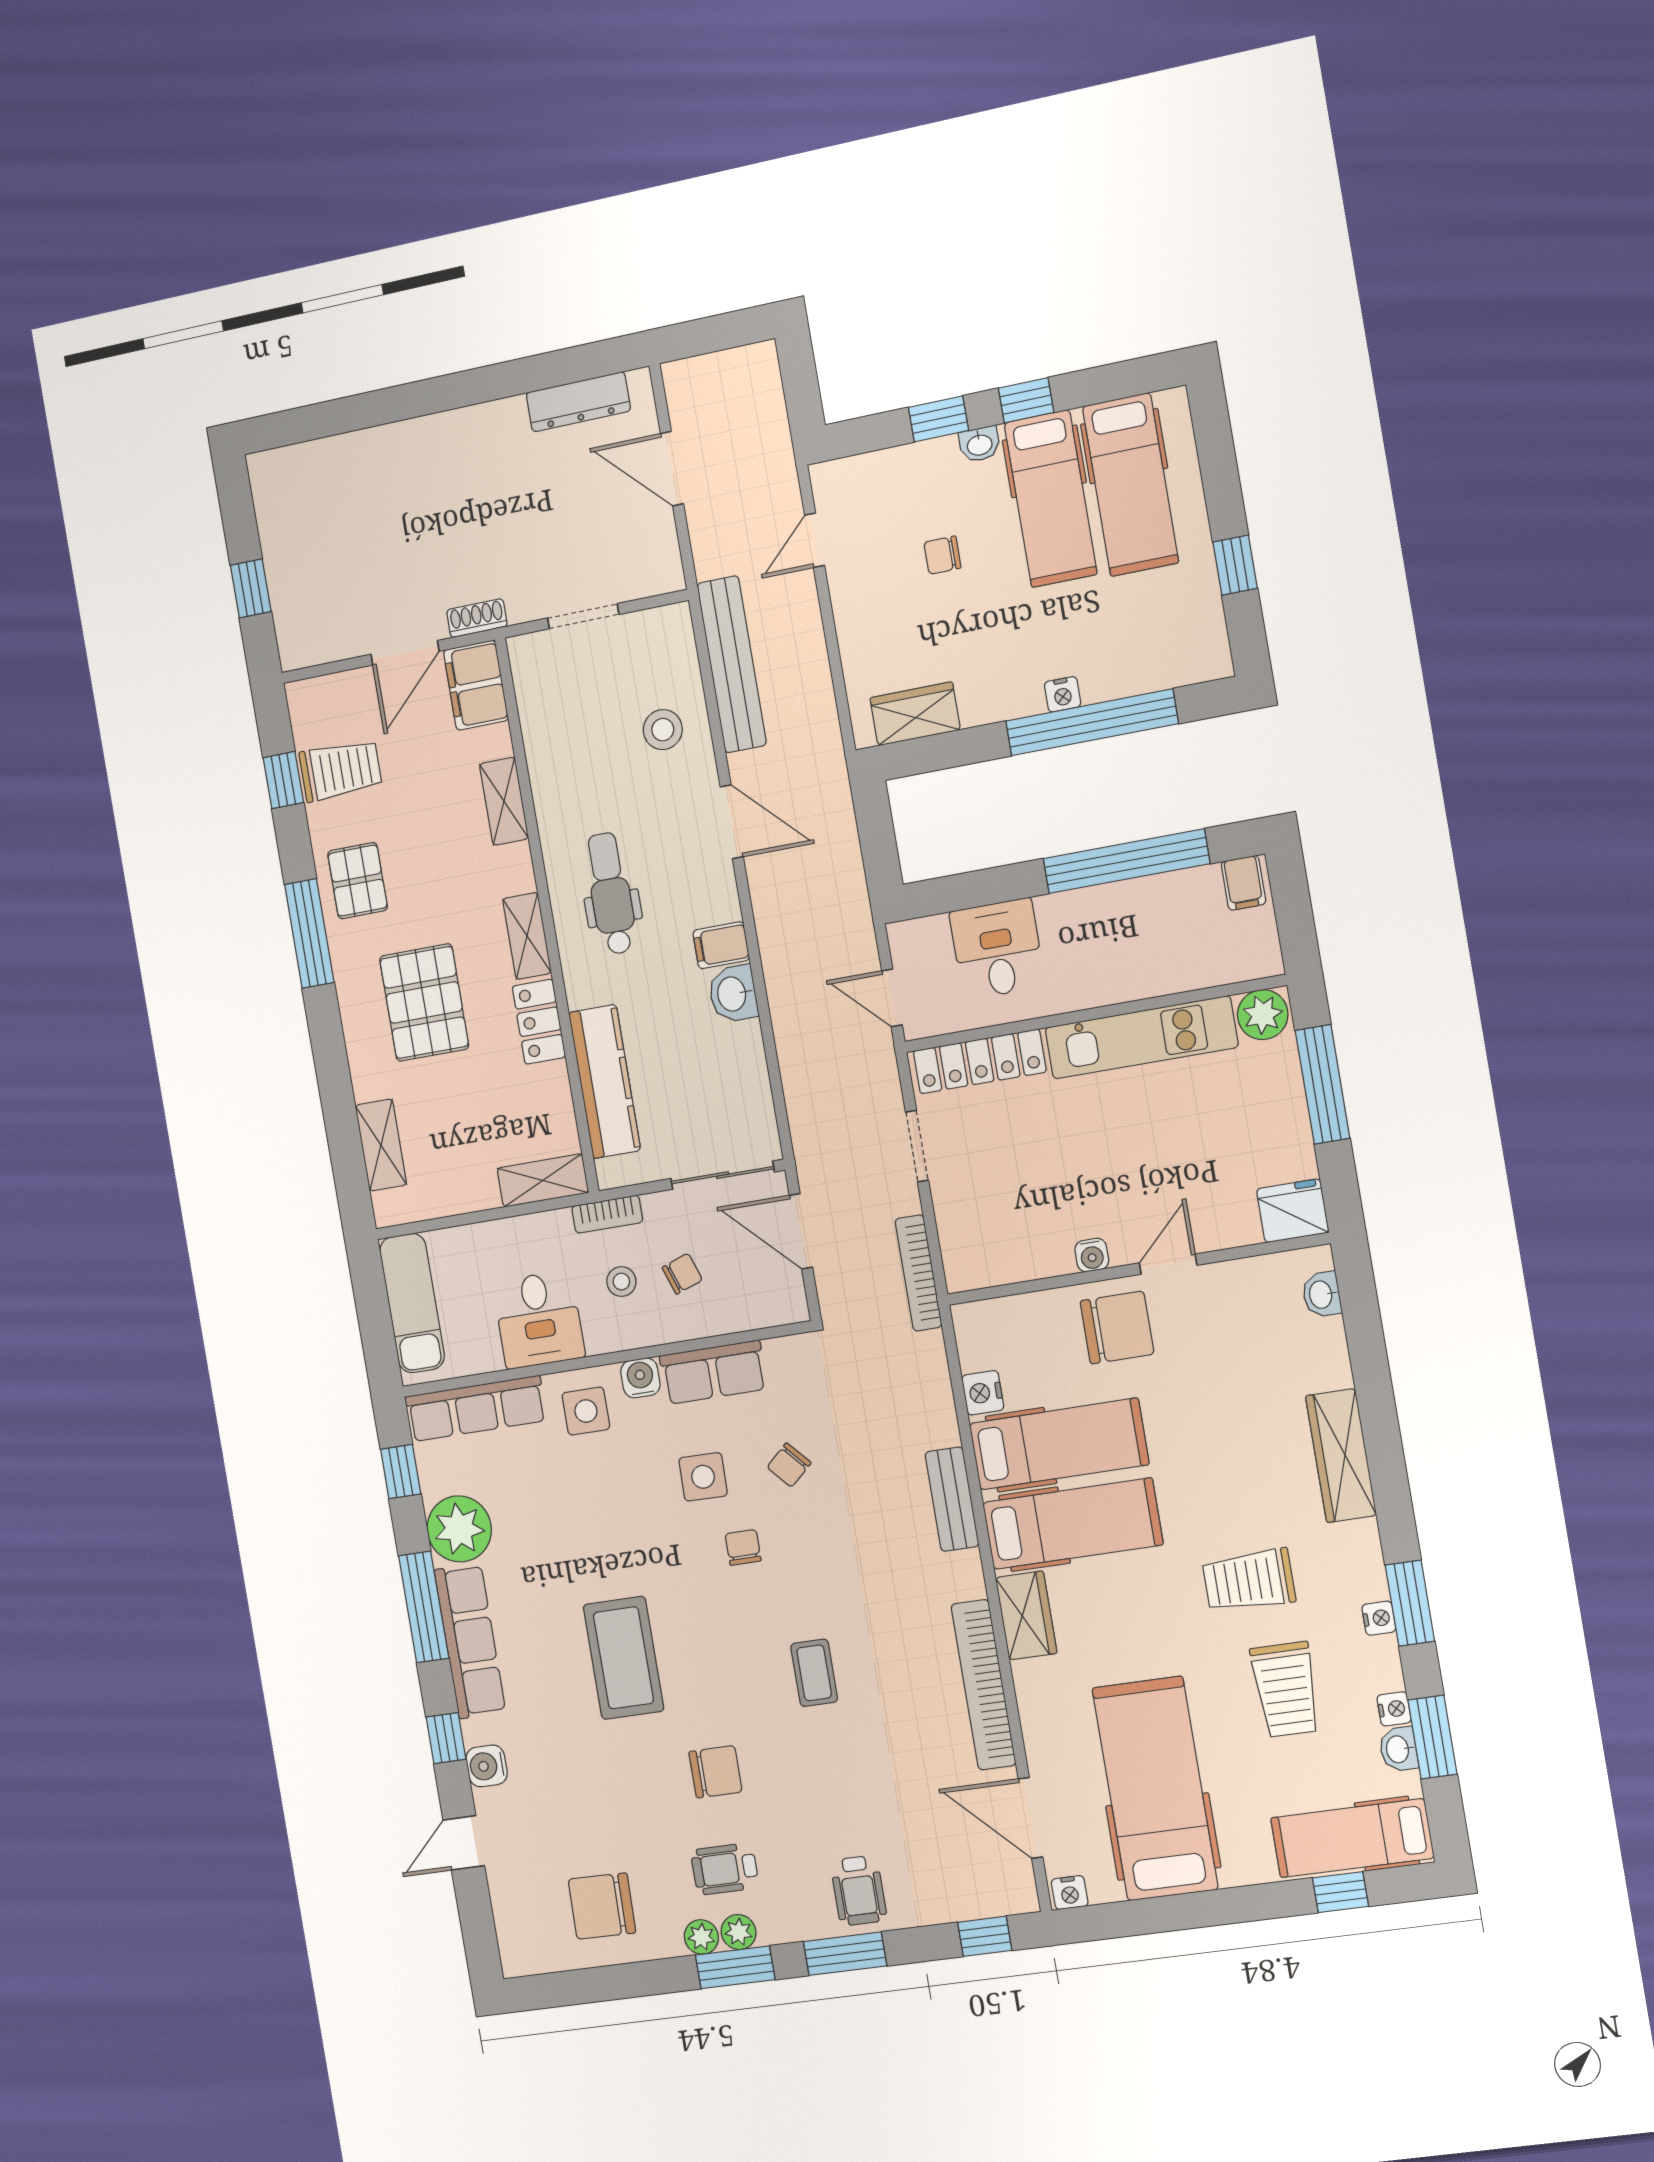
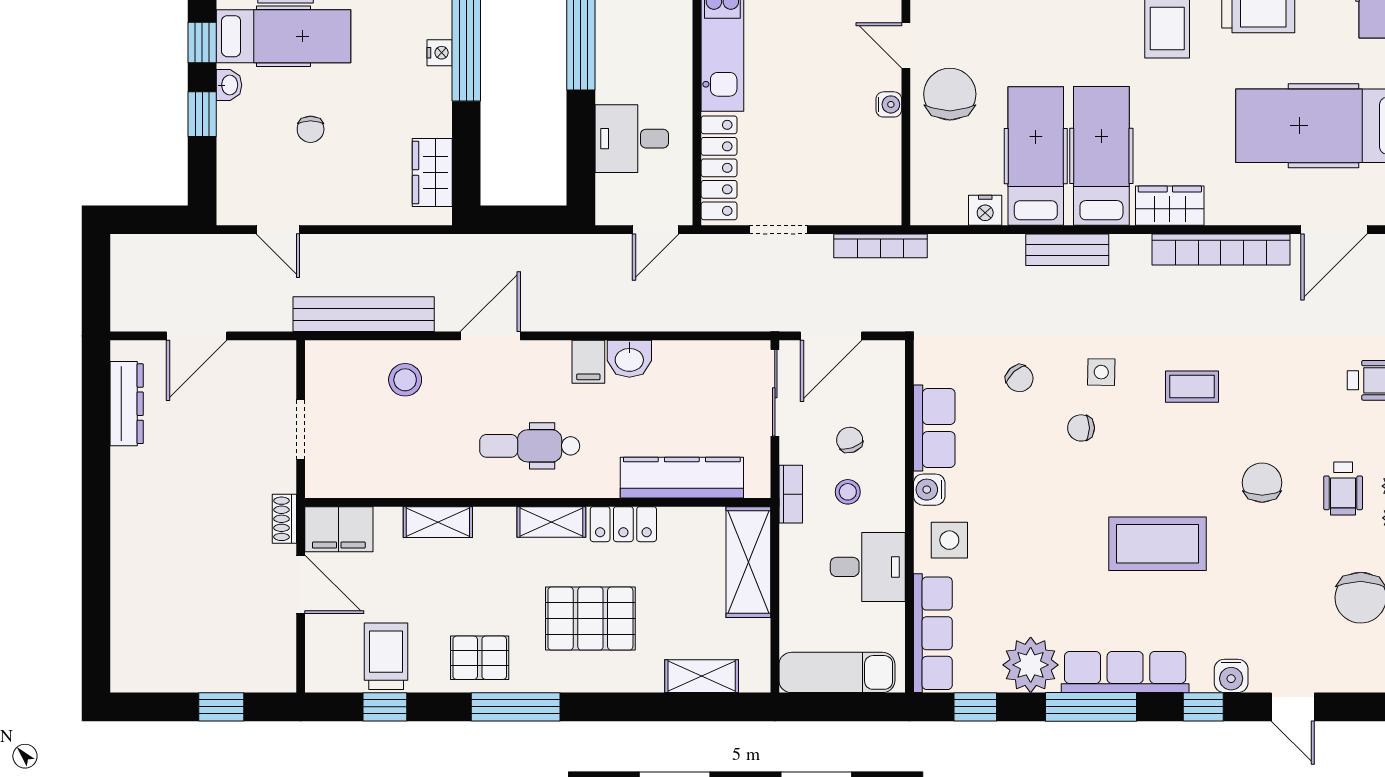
shelving: (543, 1180) -> (748, 562), width x1.50, depth x1.33
side table: (703, 1477) -> (1101, 372), moved, width x0.73, depth x0.73

